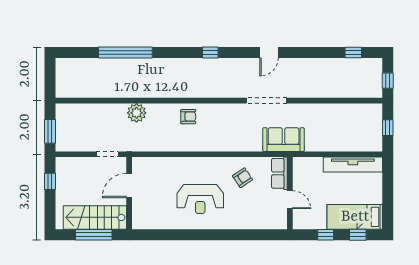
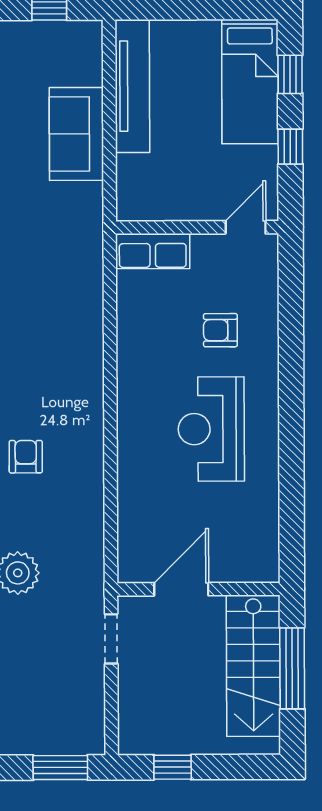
sofa: (284, 140) -> (76, 134), moved
armchair: (243, 178) -> (220, 330), moved, turned -56
door: (129, 186) -> (181, 589), swing flipped
reception desk: (200, 199) -> (211, 429), turned 180
door: (290, 200) -> (246, 227), moved

